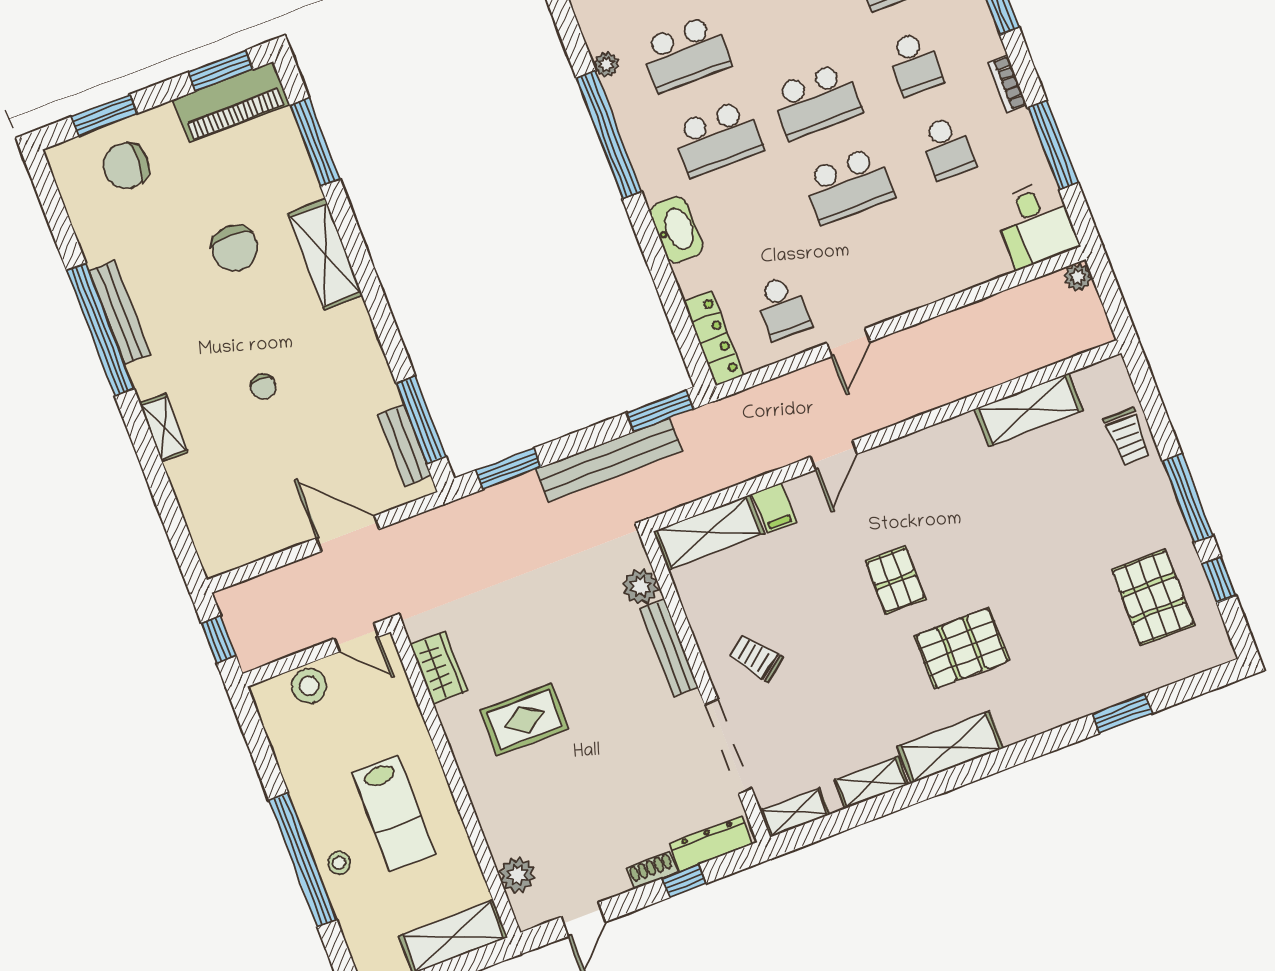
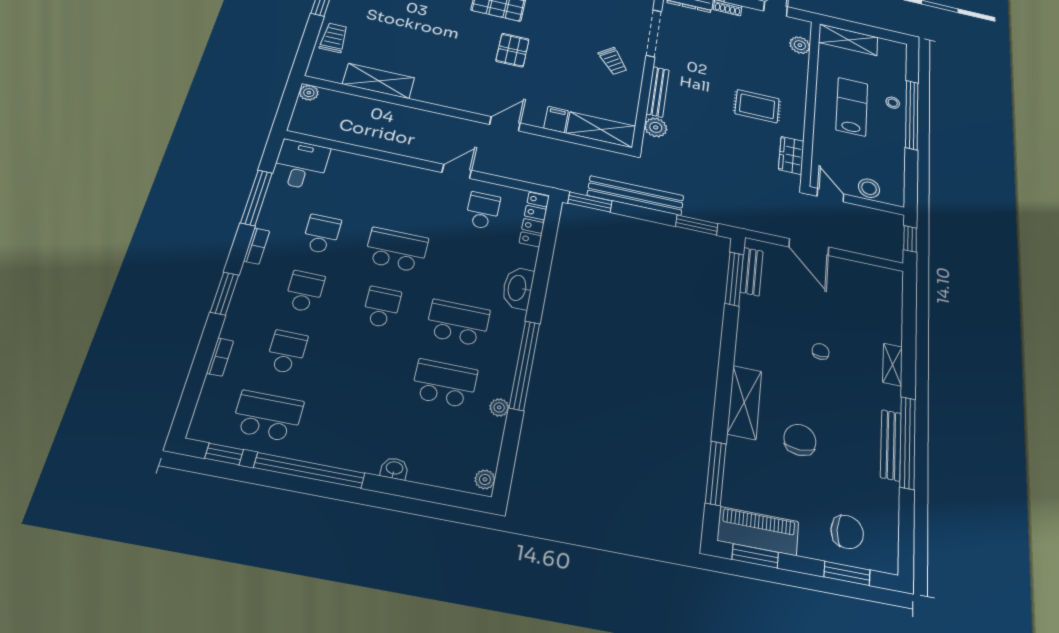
school desk: (816, 101) -> (382, 307), width x0.54
plant: (1078, 277) -> (309, 93), moved

